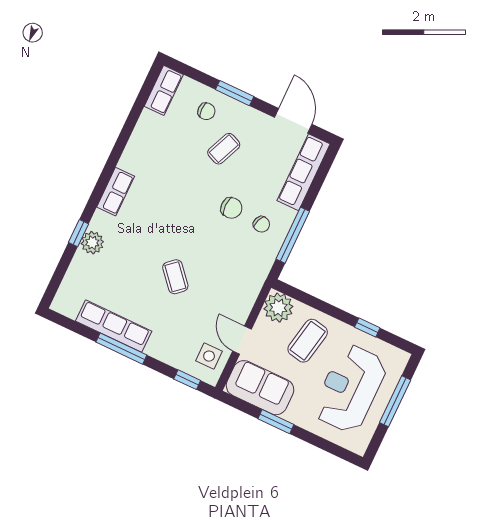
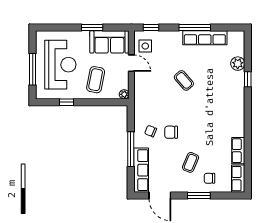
row of seats: (116, 192) -> (238, 151), moved
window: (293, 235) -> (131, 149), moved
plant: (92, 243) -> (238, 64), moved
plant: (278, 308) -> (124, 94), width x0.53, depth x0.53

